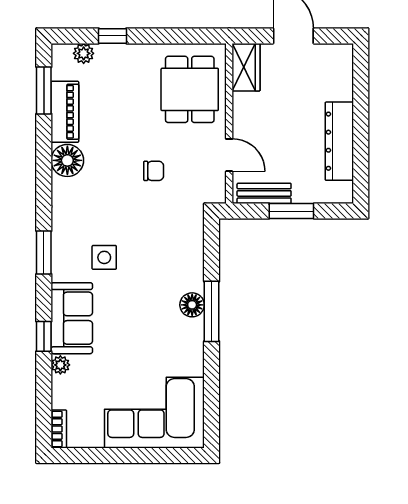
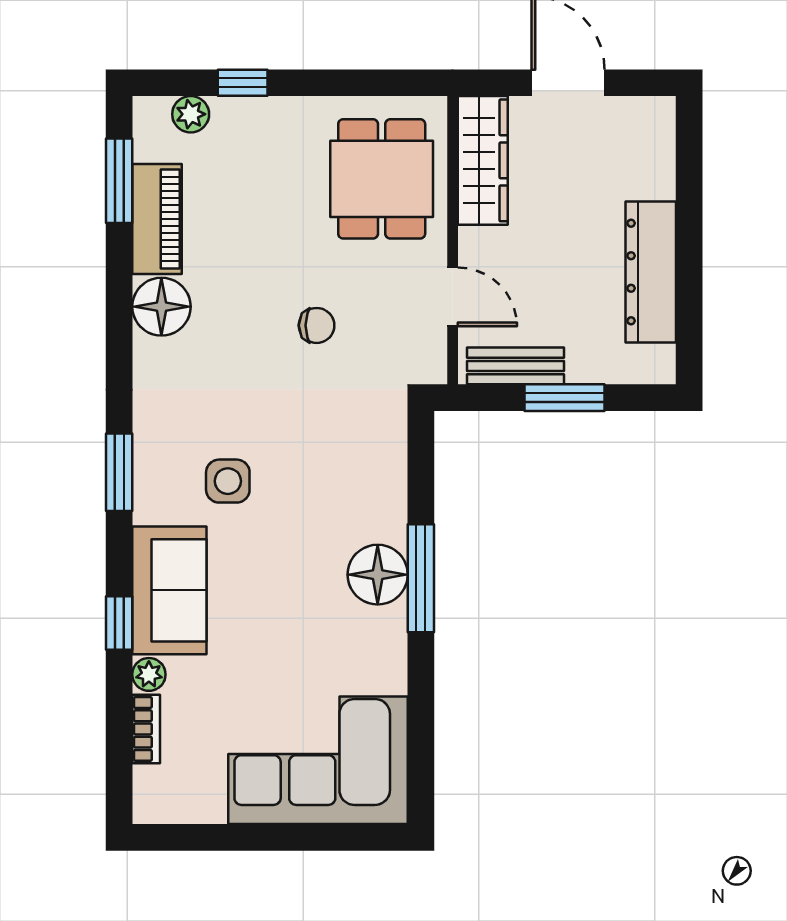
wardrobe: (246, 67) -> (483, 160), width x1.50
floor lamp: (192, 305) -> (378, 575), width x1.38, depth x1.38
bookcase: (59, 429) -> (146, 729), moved

